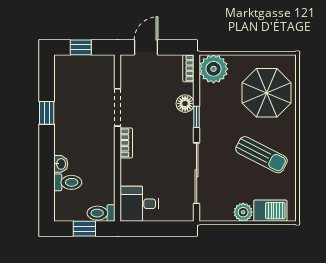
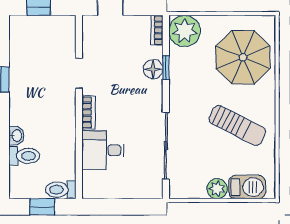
doorway: (118, 107) -> (79, 73), width x0.73
window: (197, 117) -> (166, 68), moved
desk: (139, 204) -> (103, 150), moved

